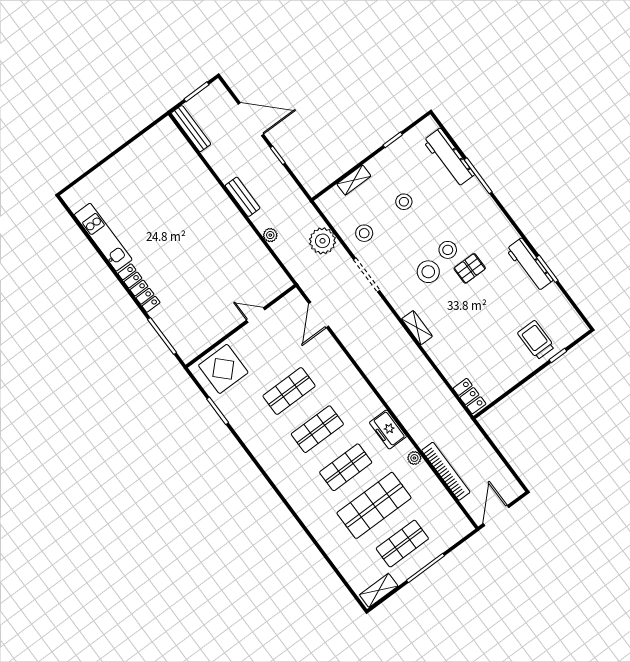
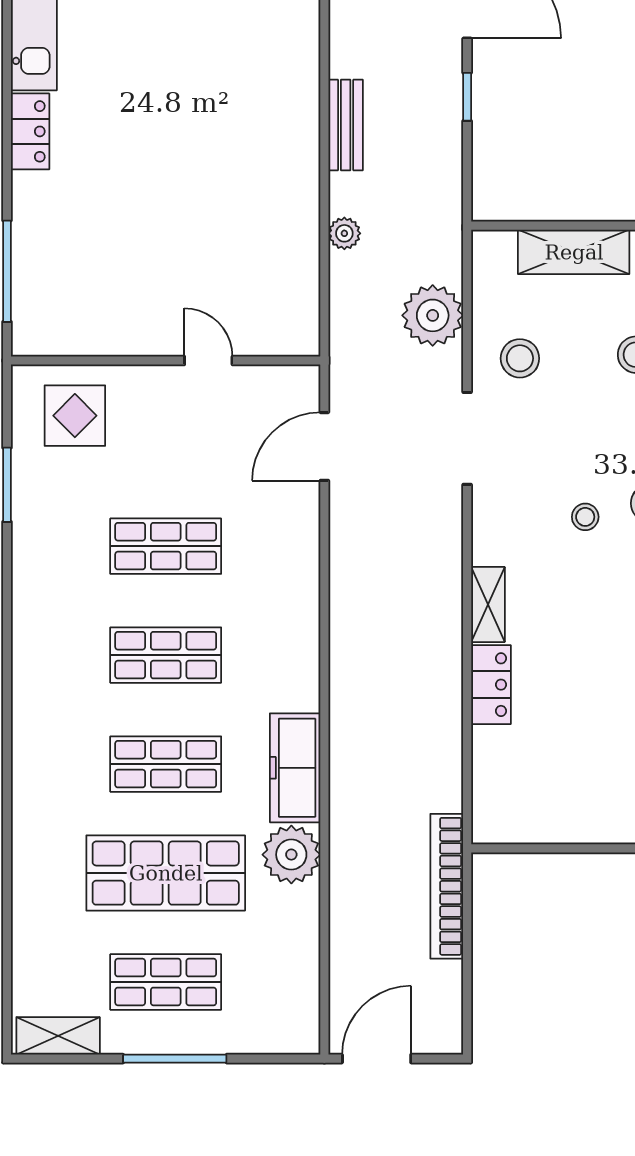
shelving: (354, 180) -> (574, 252), width x1.50, depth x1.33
stool: (428, 272) -> (585, 517), width x0.53, depth x0.53
locker: (139, 288) -> (30, 131), width x0.66
display table: (223, 369) -> (75, 416), width x0.73, depth x0.73
locker: (469, 396) -> (491, 685), moved
freezer: (388, 429) -> (295, 768), width x1.40
plant: (414, 458) -> (291, 855), width x1.87, depth x1.87
bookcase: (446, 471) -> (447, 886), moved, turned 180

